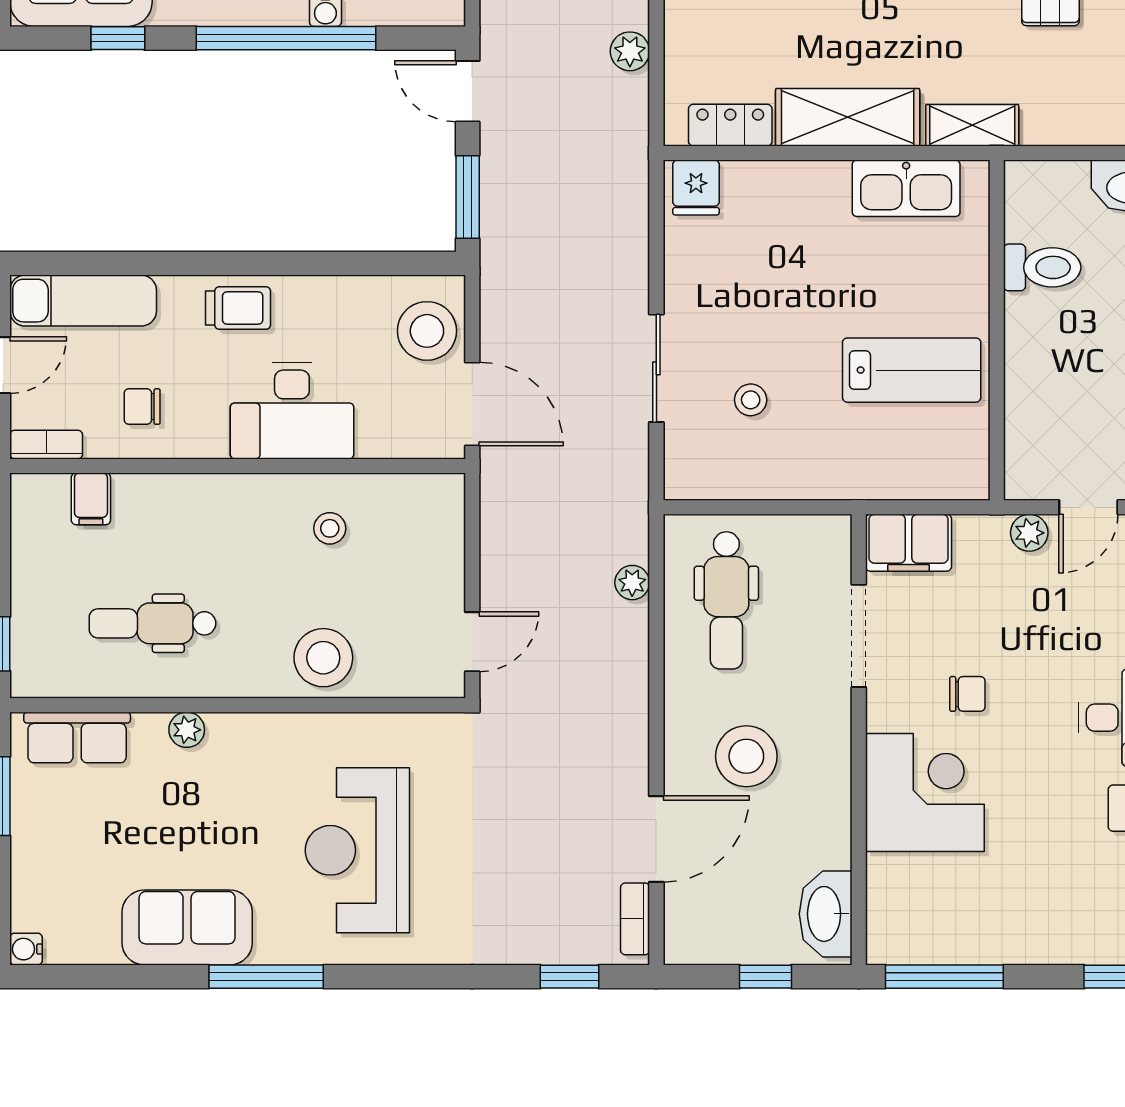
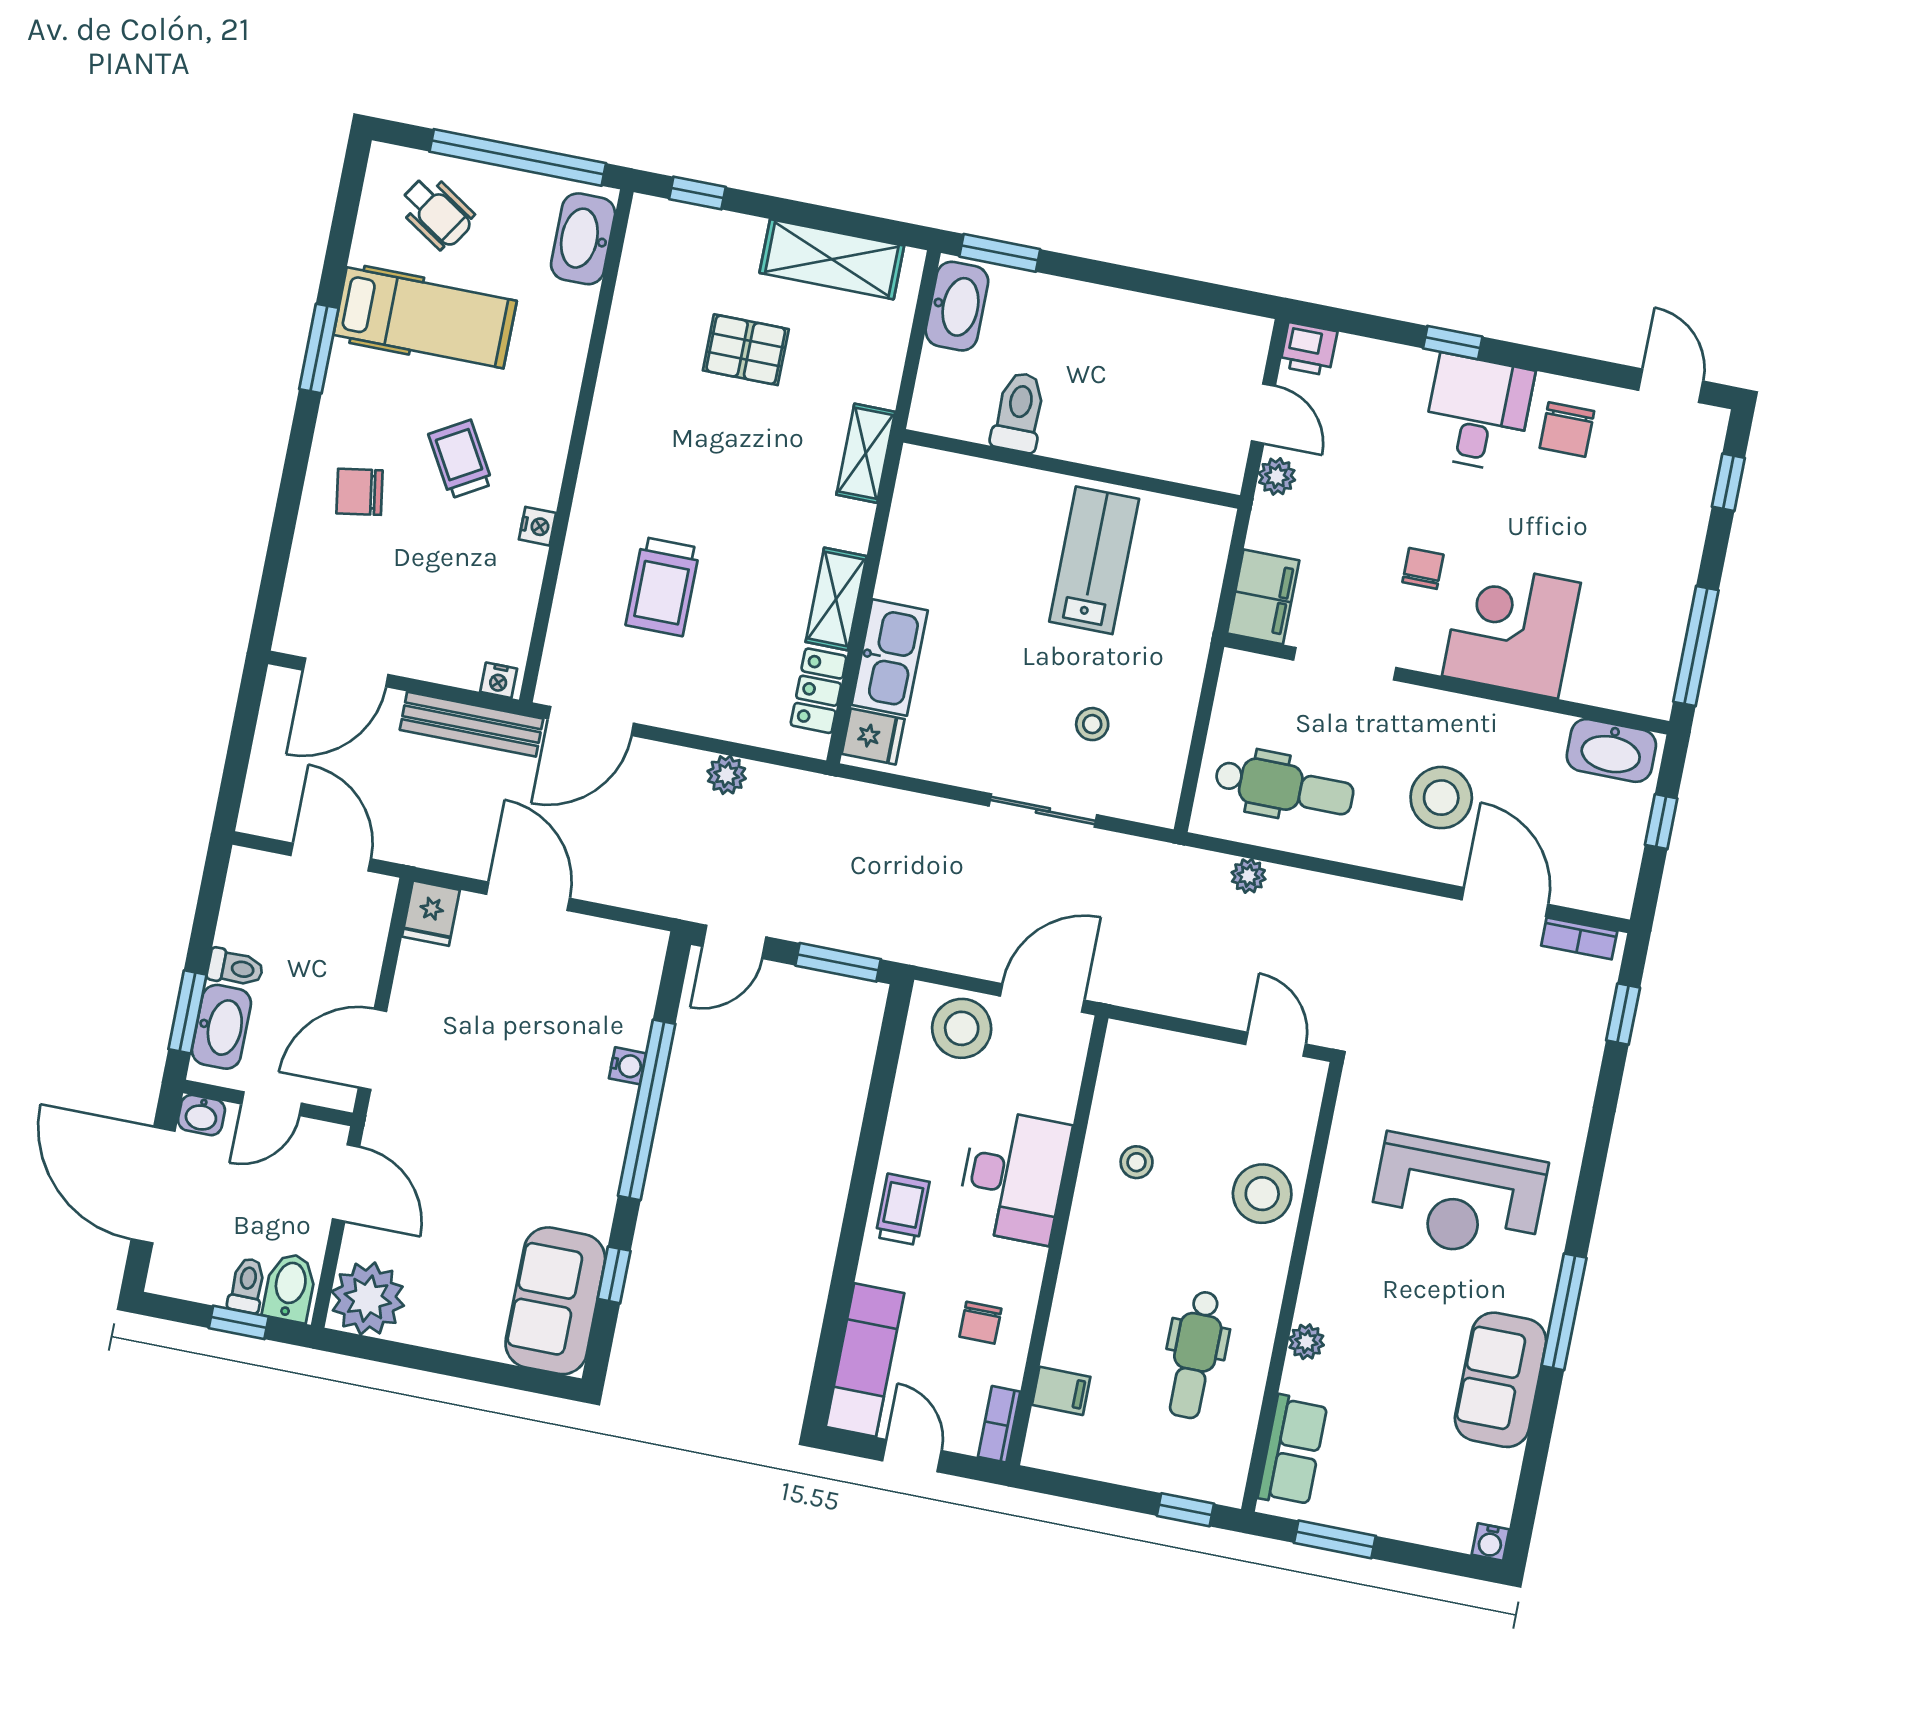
shelving: (848, 117) -> (836, 599), width x0.67, depth x0.75
kitchen sink: (906, 188) -> (890, 658), moved

